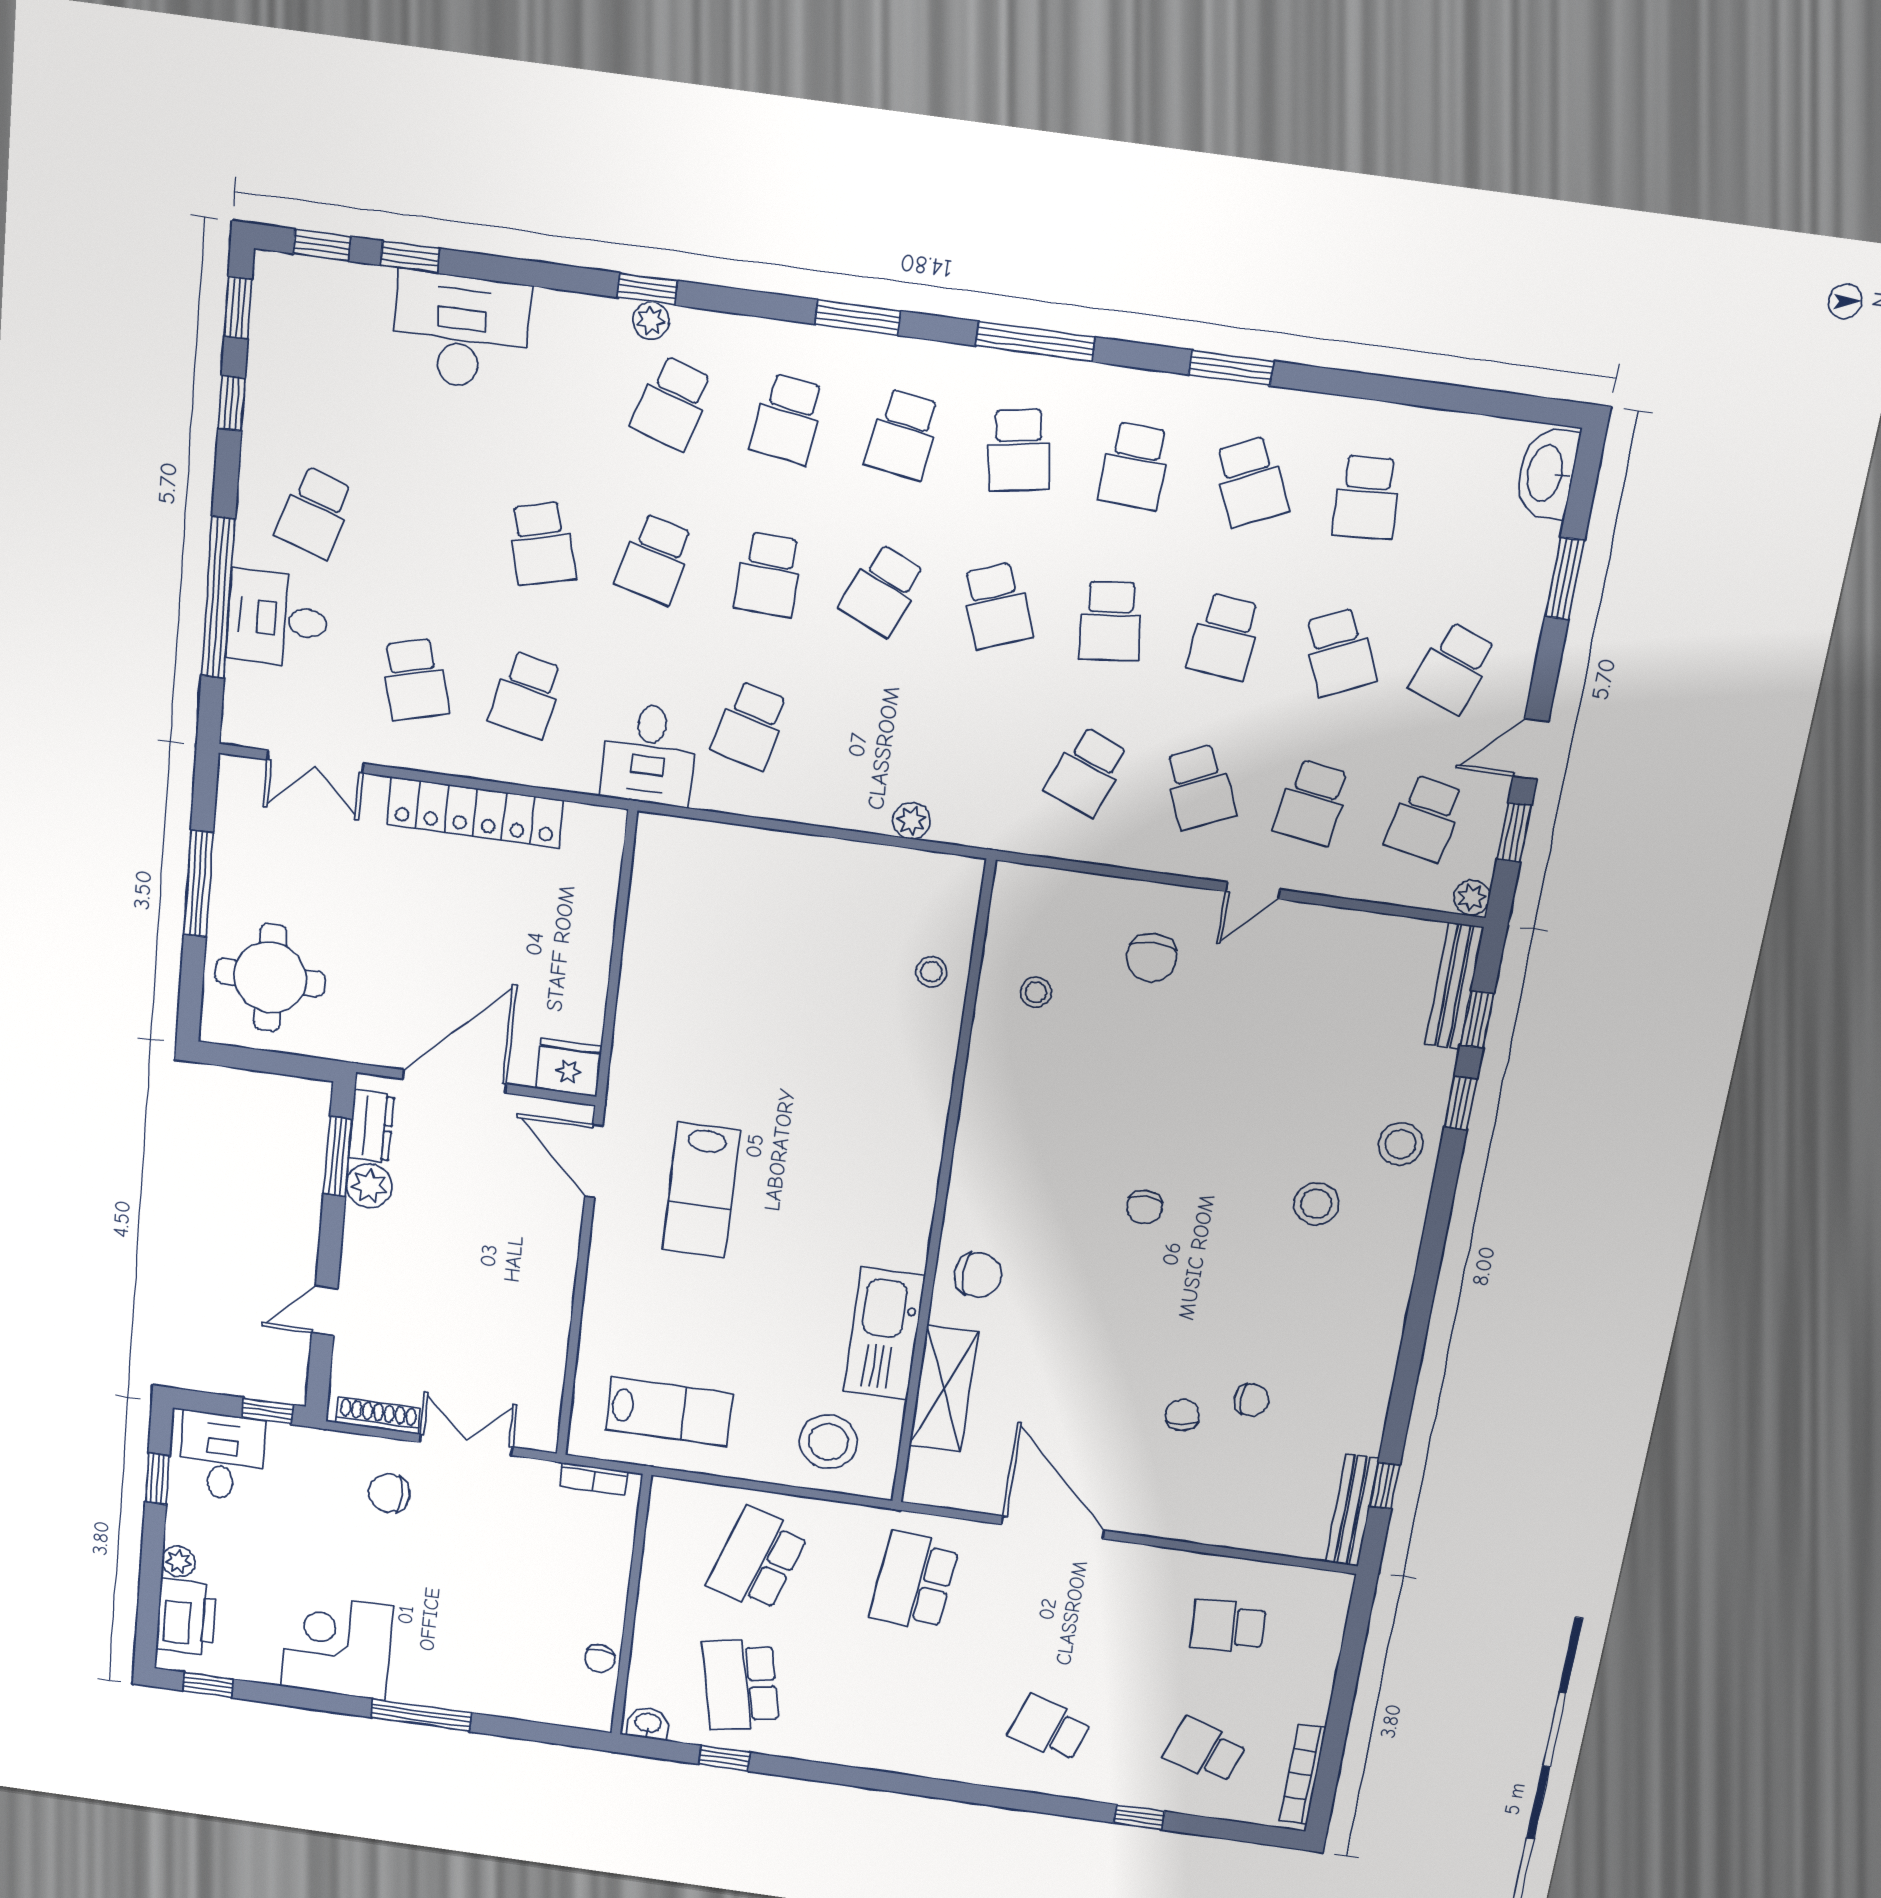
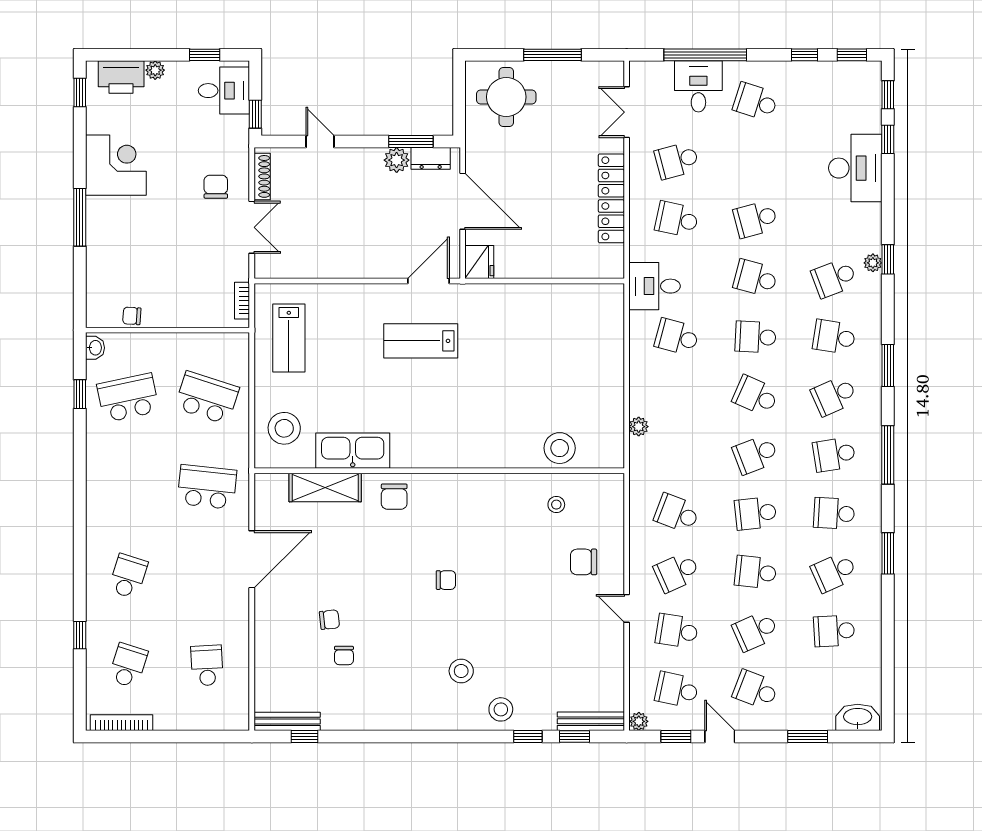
school desk: (672, 403) -> (834, 278), turned -39
school desk: (903, 435) -> (834, 396), turned -33
stool: (931, 972) -> (560, 448), width x1.89, depth x1.89
chair: (1144, 1207) -> (446, 580), turned 180

